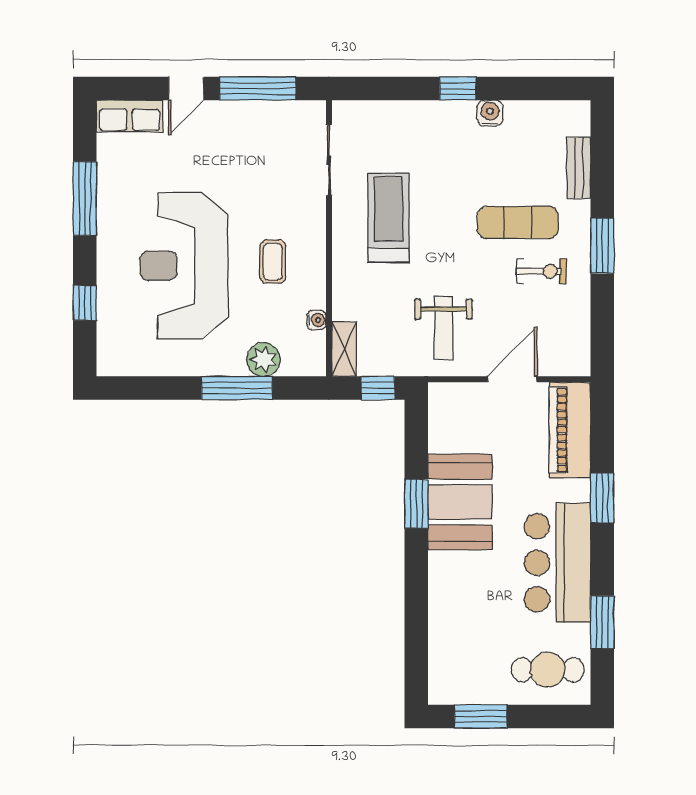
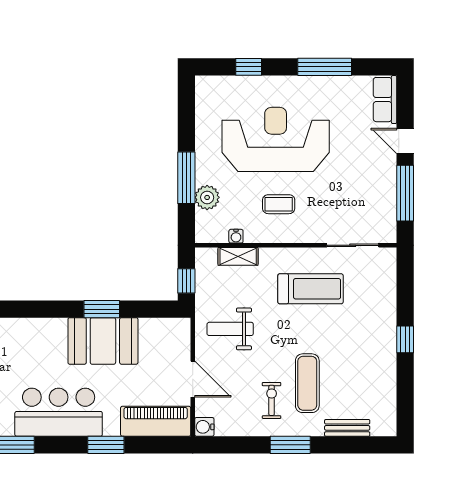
water cooler: (490, 113) -> (204, 427), moved, turned 180
exercise bike: (541, 271) -> (272, 400), turned 180
shelving: (344, 349) -> (238, 256), moved

